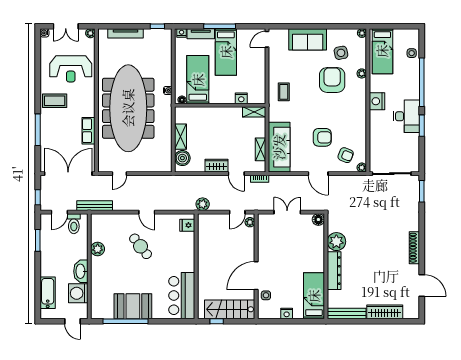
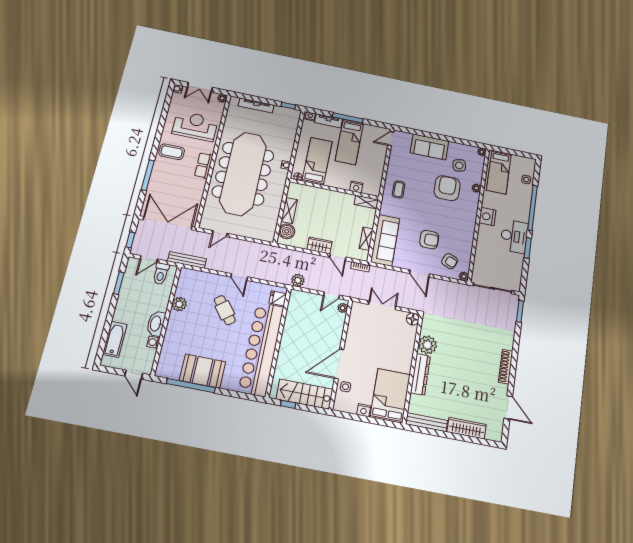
reception desk: (71, 69) -> (195, 126), turned 180
row of seats: (89, 131) -> (204, 165), moved
washing machine: (78, 293) -> (153, 342), width x0.53, depth x0.53
bar counter: (182, 296) -> (261, 349), width x1.86
bed: (314, 296) -> (390, 396), width x1.50

